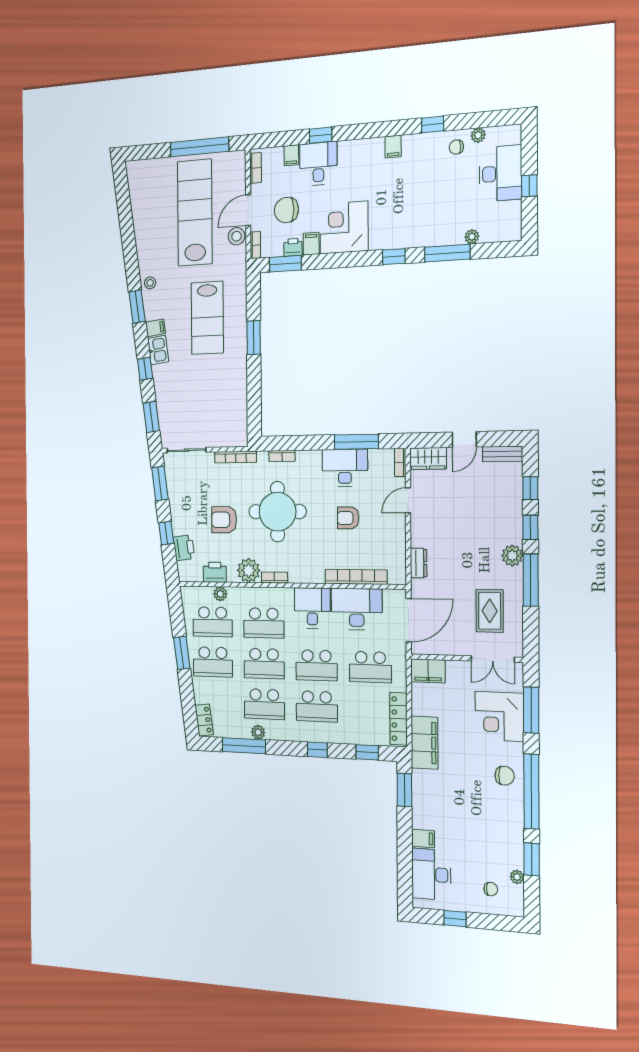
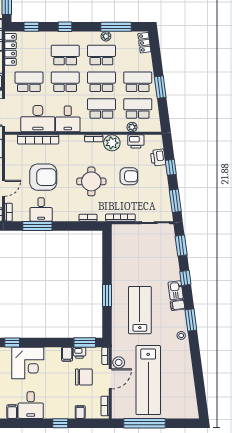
desk: (318, 164) -> (31, 405), moved
corner desk: (344, 228) -> (28, 363), moved
desk: (345, 468) -> (41, 209), width x0.73
round table: (278, 512) -> (91, 181), width x0.73, depth x0.73
armchair: (348, 518) -> (43, 177), width x1.88, depth x1.88

